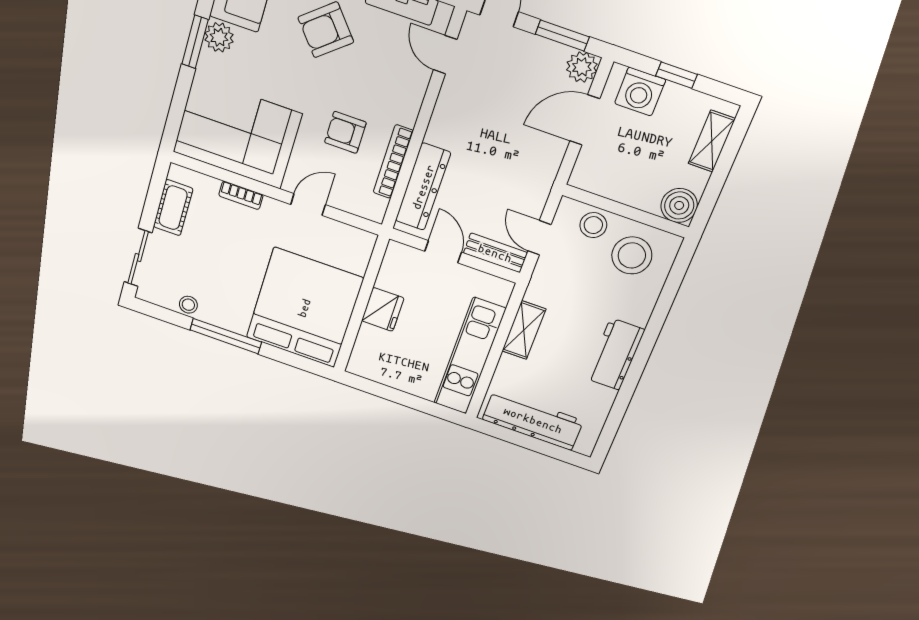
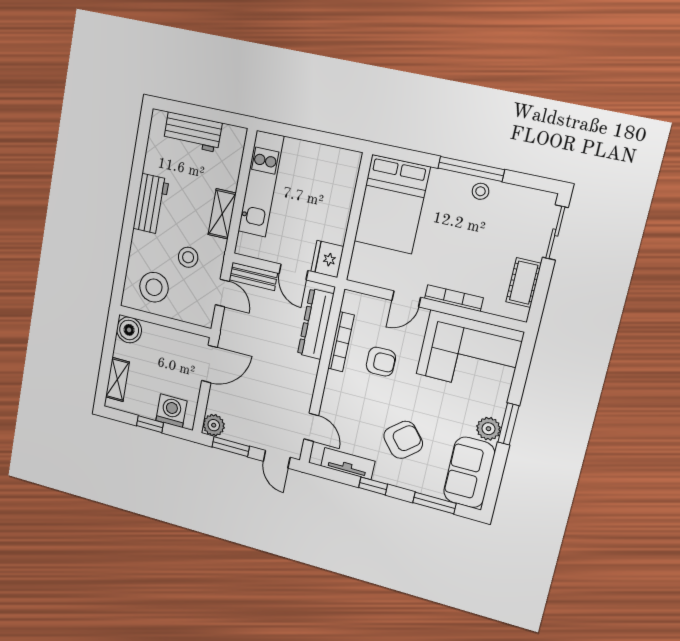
door: (585, 120) -> (209, 364), moved
bookcase: (241, 195) -> (454, 298), width x1.56
stool: (593, 225) -> (188, 257), moved
stool: (188, 305) -> (480, 191), moved
bed: (304, 308) -> (392, 204), width x0.73
fridge: (383, 309) -> (327, 259), moved
workbench: (533, 420) -> (193, 132), width x0.73

